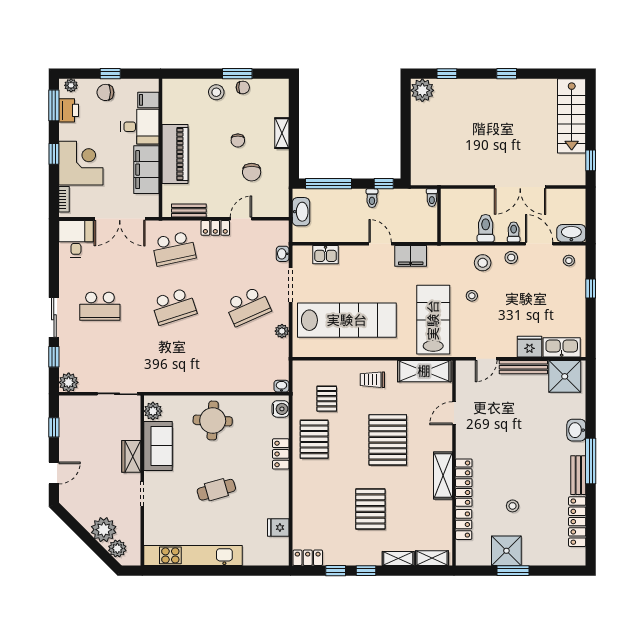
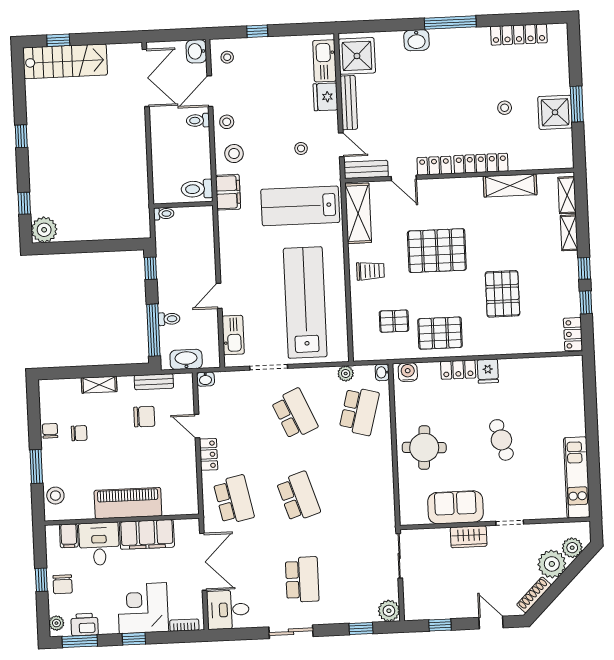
window: (237, 74) -> (36, 467), moved
stool: (216, 92) -> (55, 496), moved
chair: (238, 140) -> (79, 433), moved
window: (591, 160) -> (58, 40), moved
double door: (520, 187) -> (146, 78), moved
toilet: (372, 198) -> (169, 319), moved
bench: (189, 210) -> (154, 382), moved, turned 90
toilet: (486, 228) -> (197, 189), moved
washbasin: (571, 233) -> (196, 51), width x0.72
door: (380, 244) -> (219, 296), moved
washbasin: (283, 254) -> (205, 379), moved
kitchen sink: (326, 255) -> (233, 335), width x1.38
filing cabinet: (411, 256) -> (228, 192), moved
stool: (472, 296) -> (301, 148), moved
sliding door: (54, 317) -> (291, 632), moved
plant: (282, 331) -> (346, 374), moved
school desk: (248, 364) -> (359, 411), added
trolley: (372, 380) -> (370, 271), turned -90
plant: (153, 411) -> (417, 515), removed
shelving: (443, 475) -> (510, 186), moved
bench: (578, 475) -> (366, 169), moved
pallet: (370, 509) -> (502, 294), moved, turned 90
shoe rack: (77, 512) -> (534, 595), added
locker: (464, 524) -> (434, 166), moved
fridge: (278, 527) -> (488, 371), moved
kitchen unit: (193, 555) -> (577, 477), width x0.73

